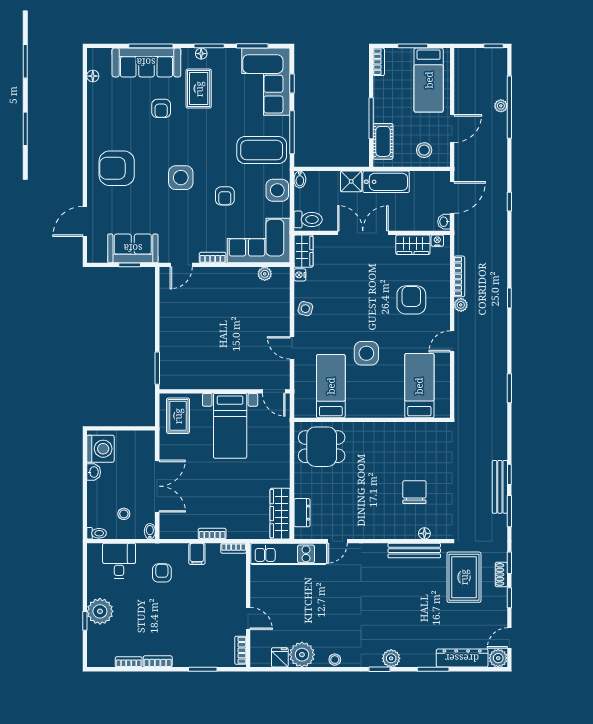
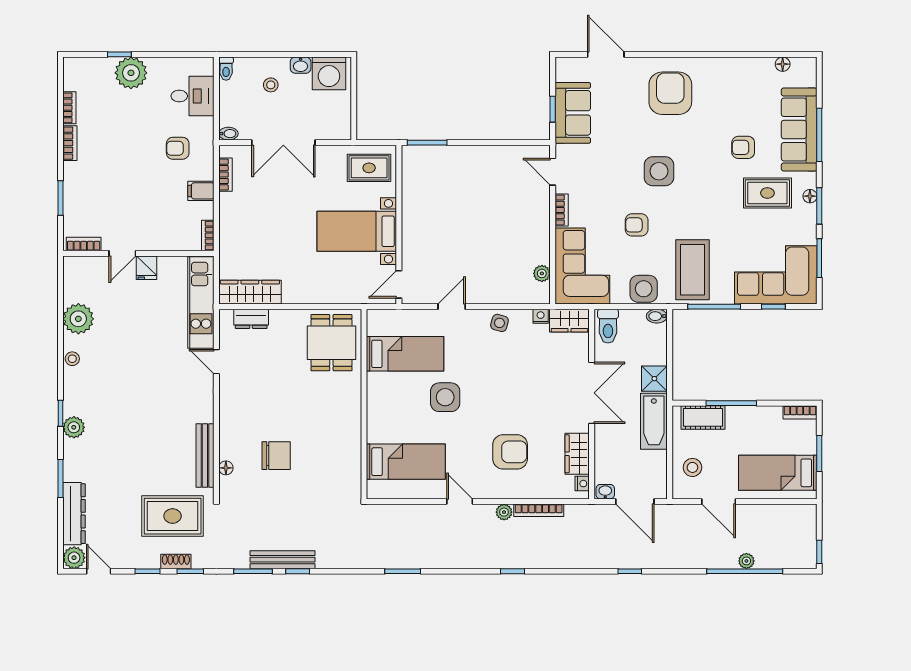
stool: (124, 514) -> (271, 85), moved
bookcase: (212, 534) -> (226, 175), moved
armchair: (162, 573) -> (178, 148), turned 180
fridge: (280, 657) -> (147, 268), moved, turned 90

